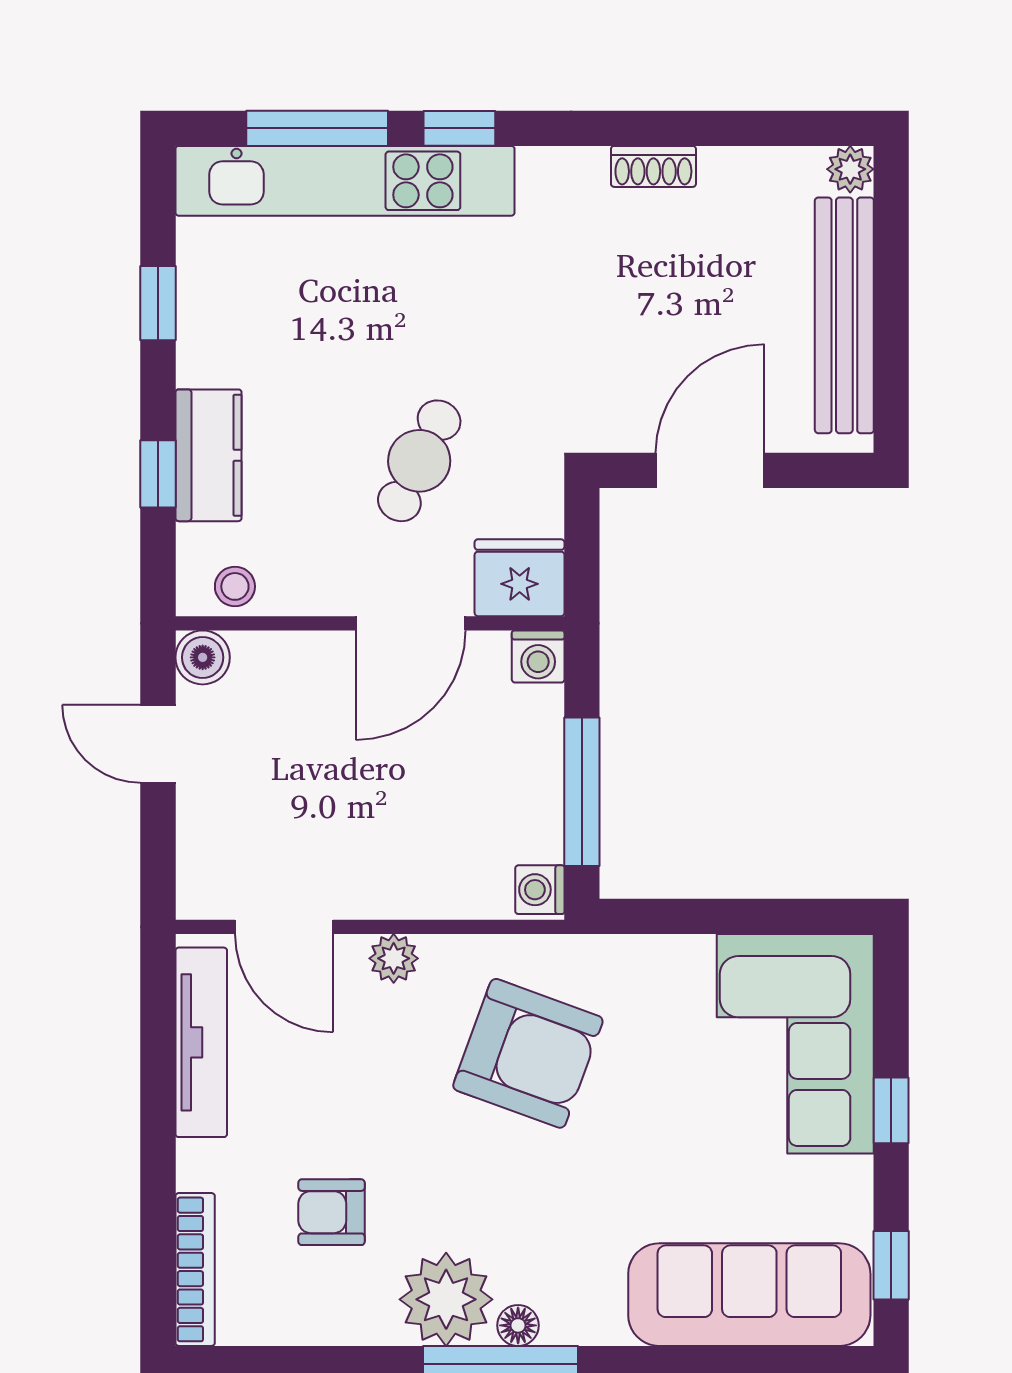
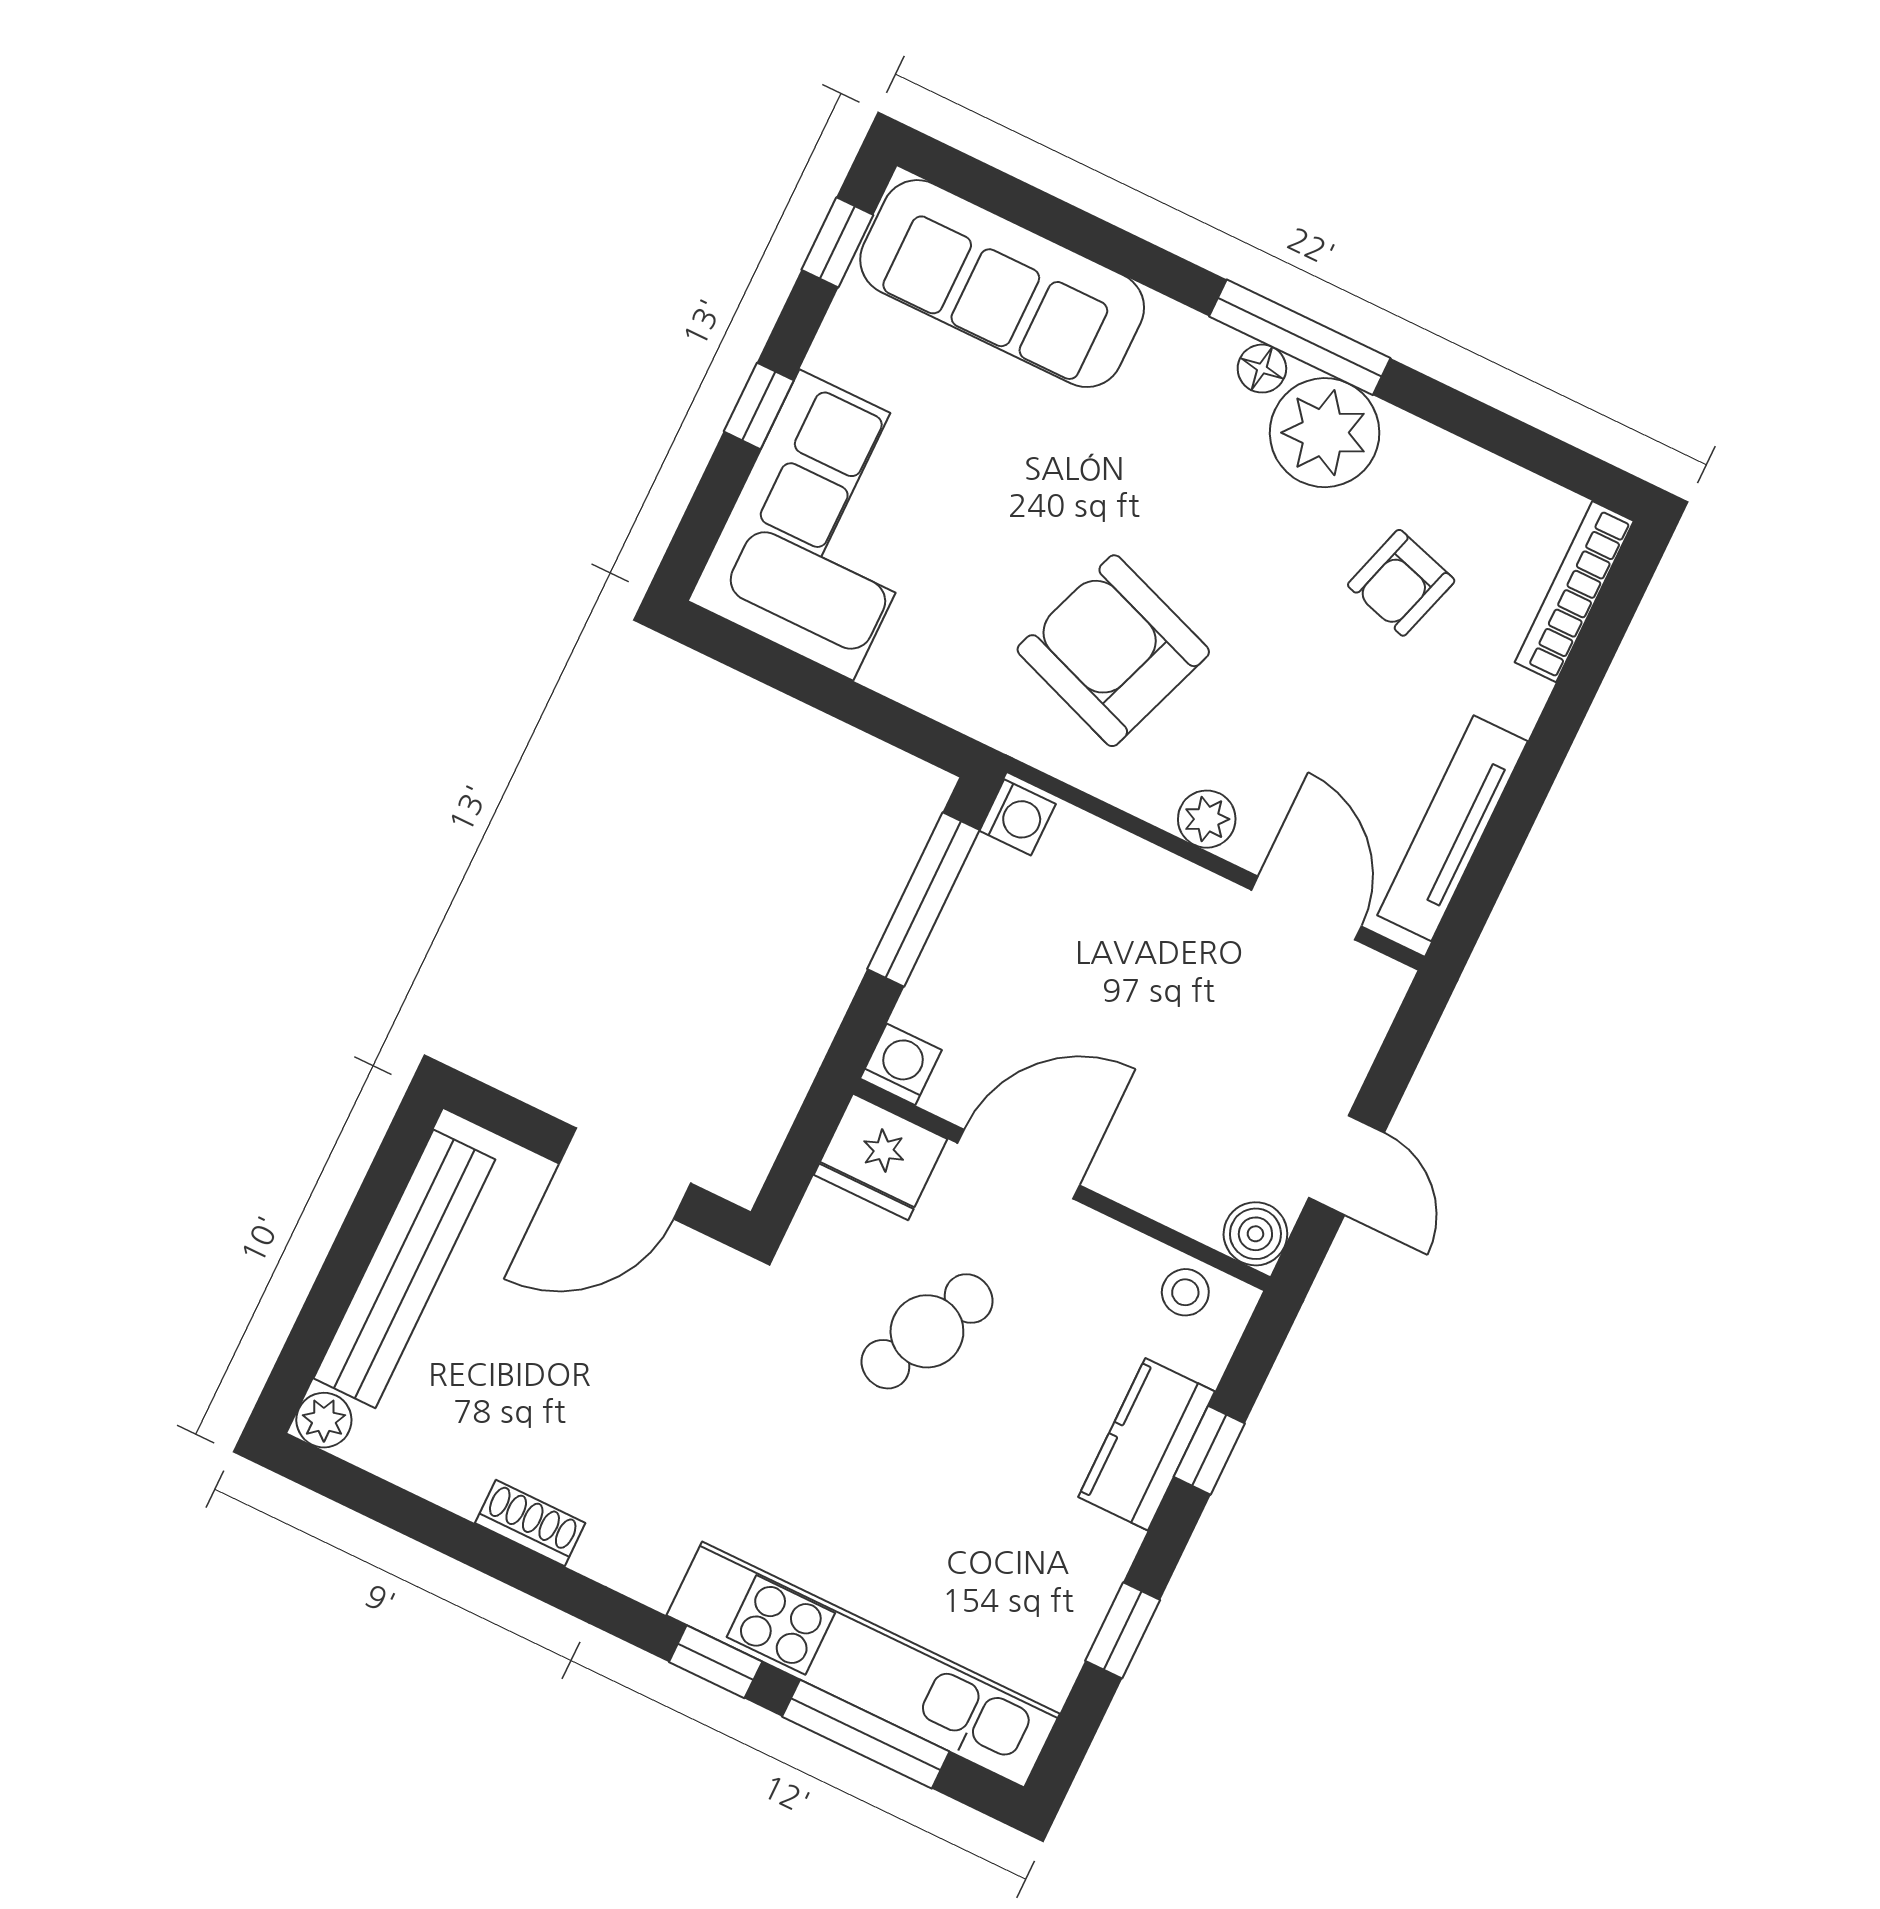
armchair: (332, 1212) -> (1401, 583), turned 107

